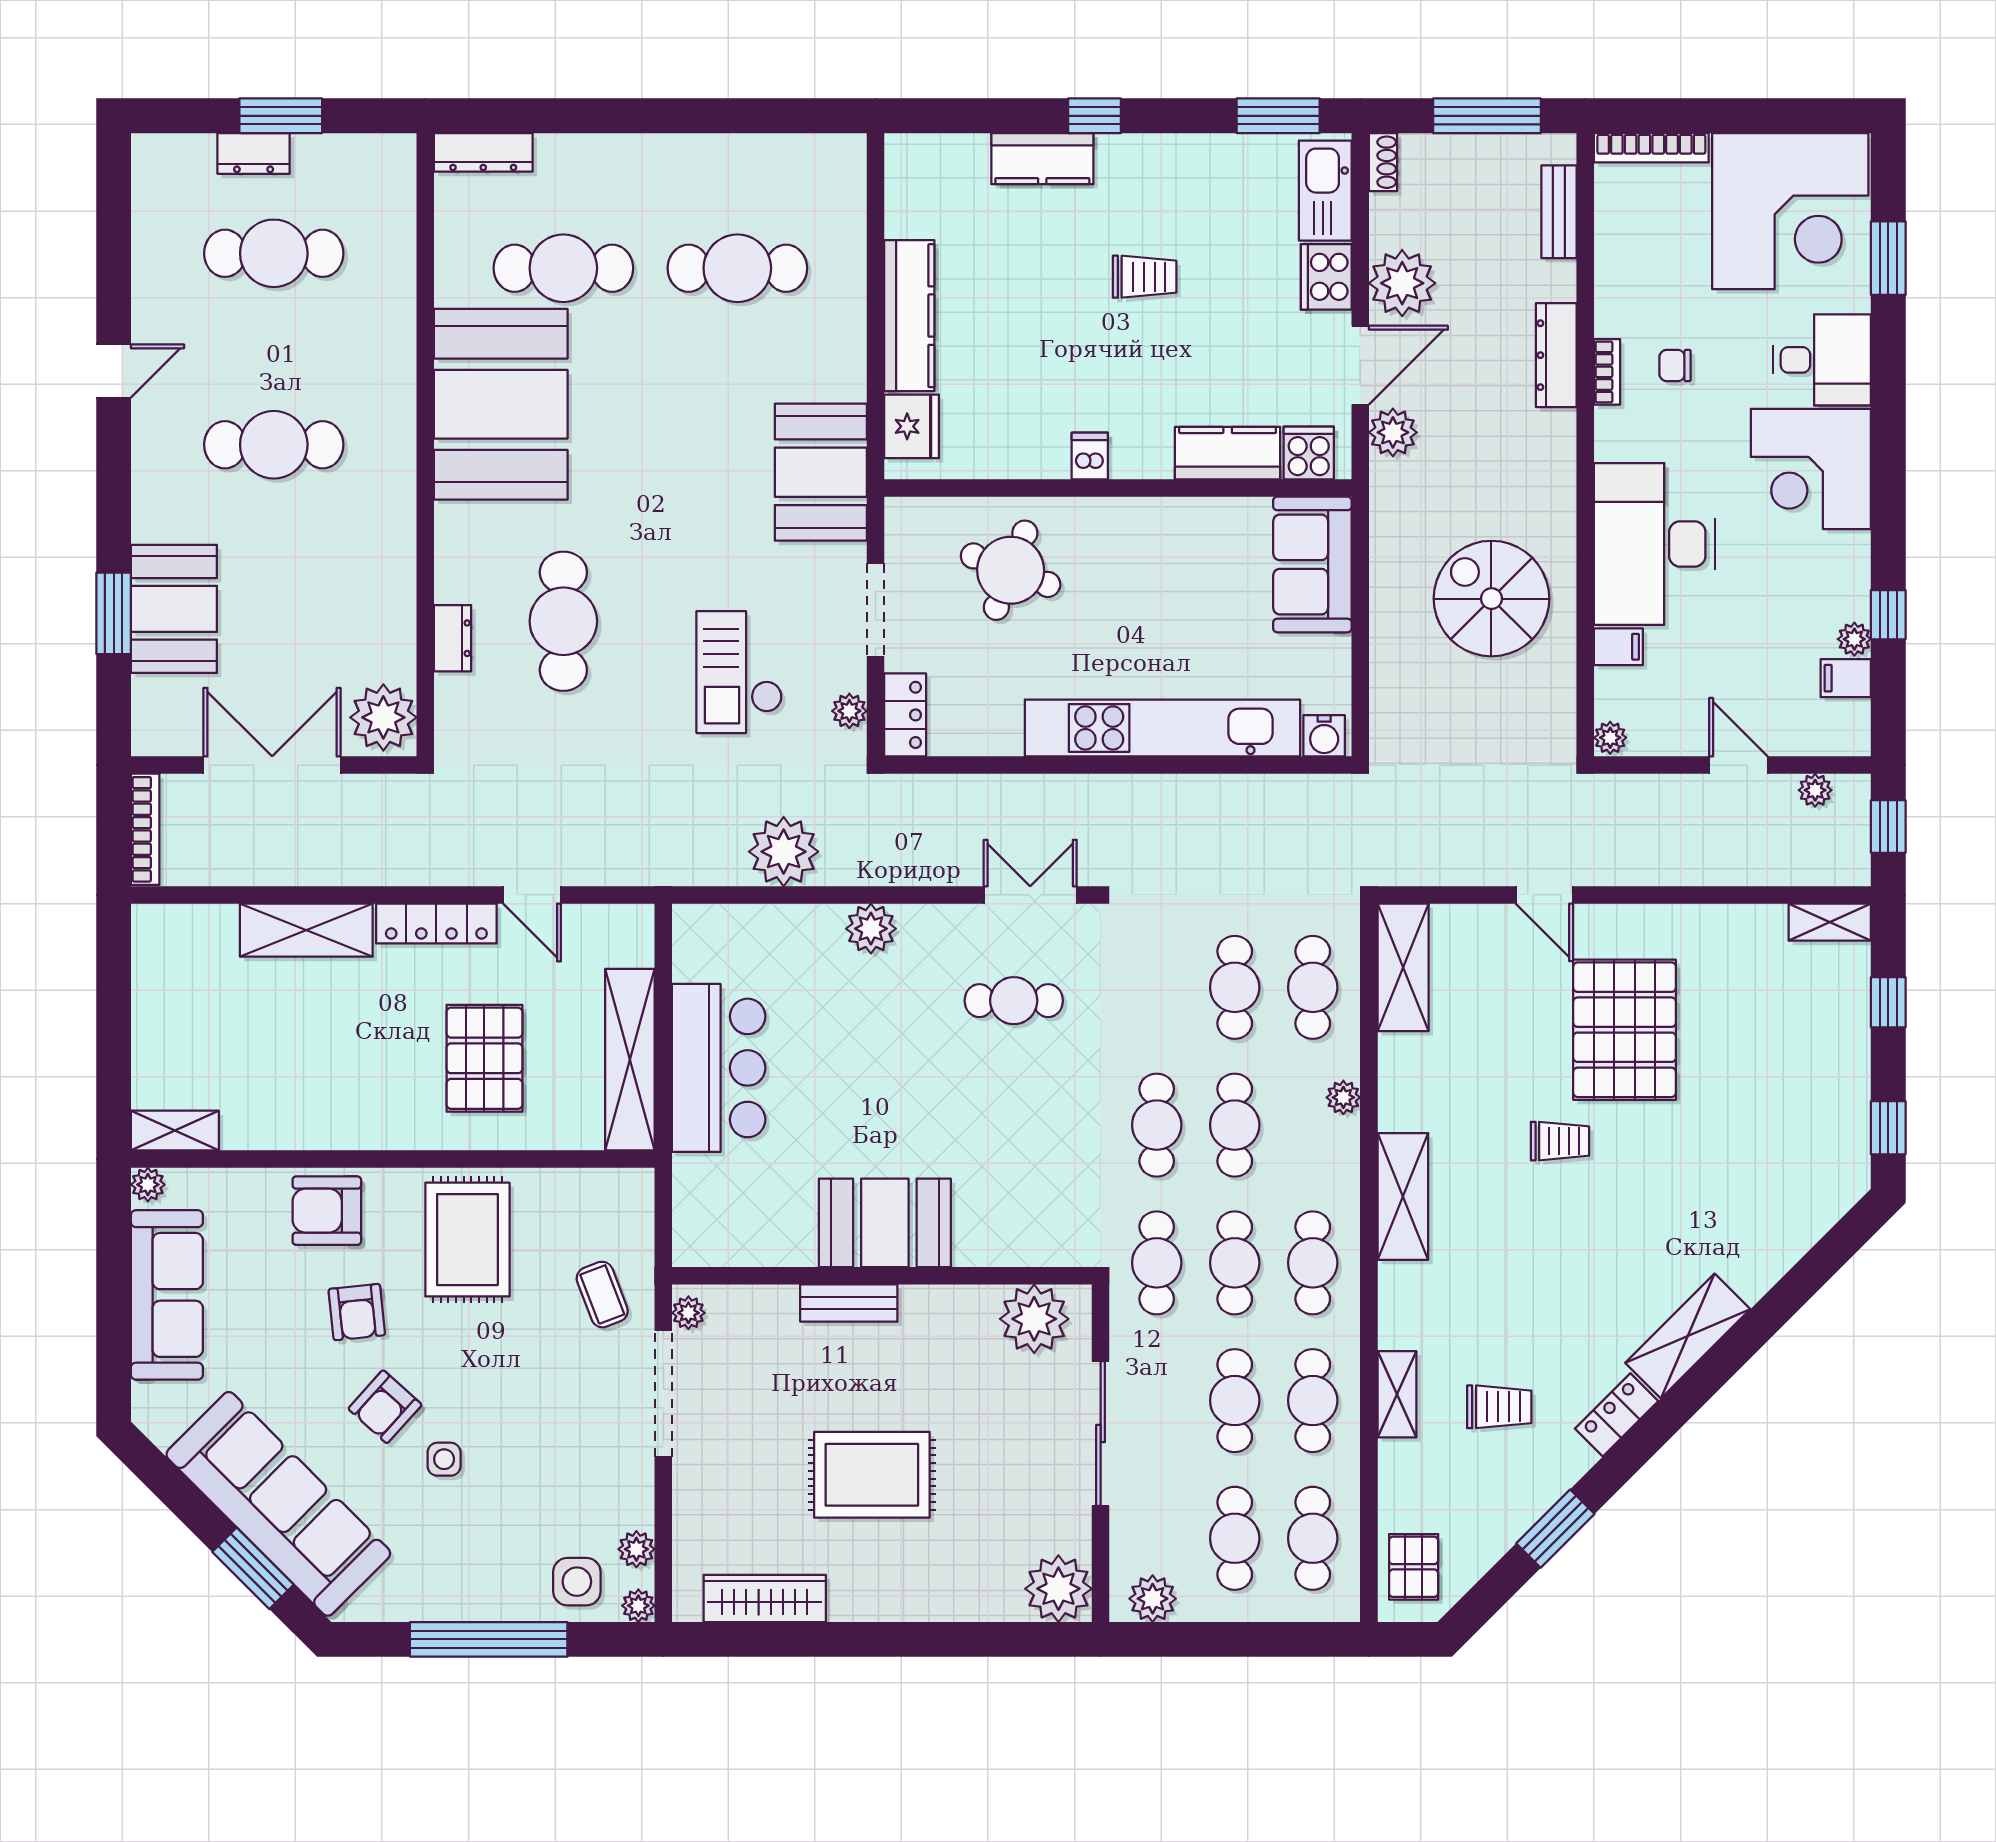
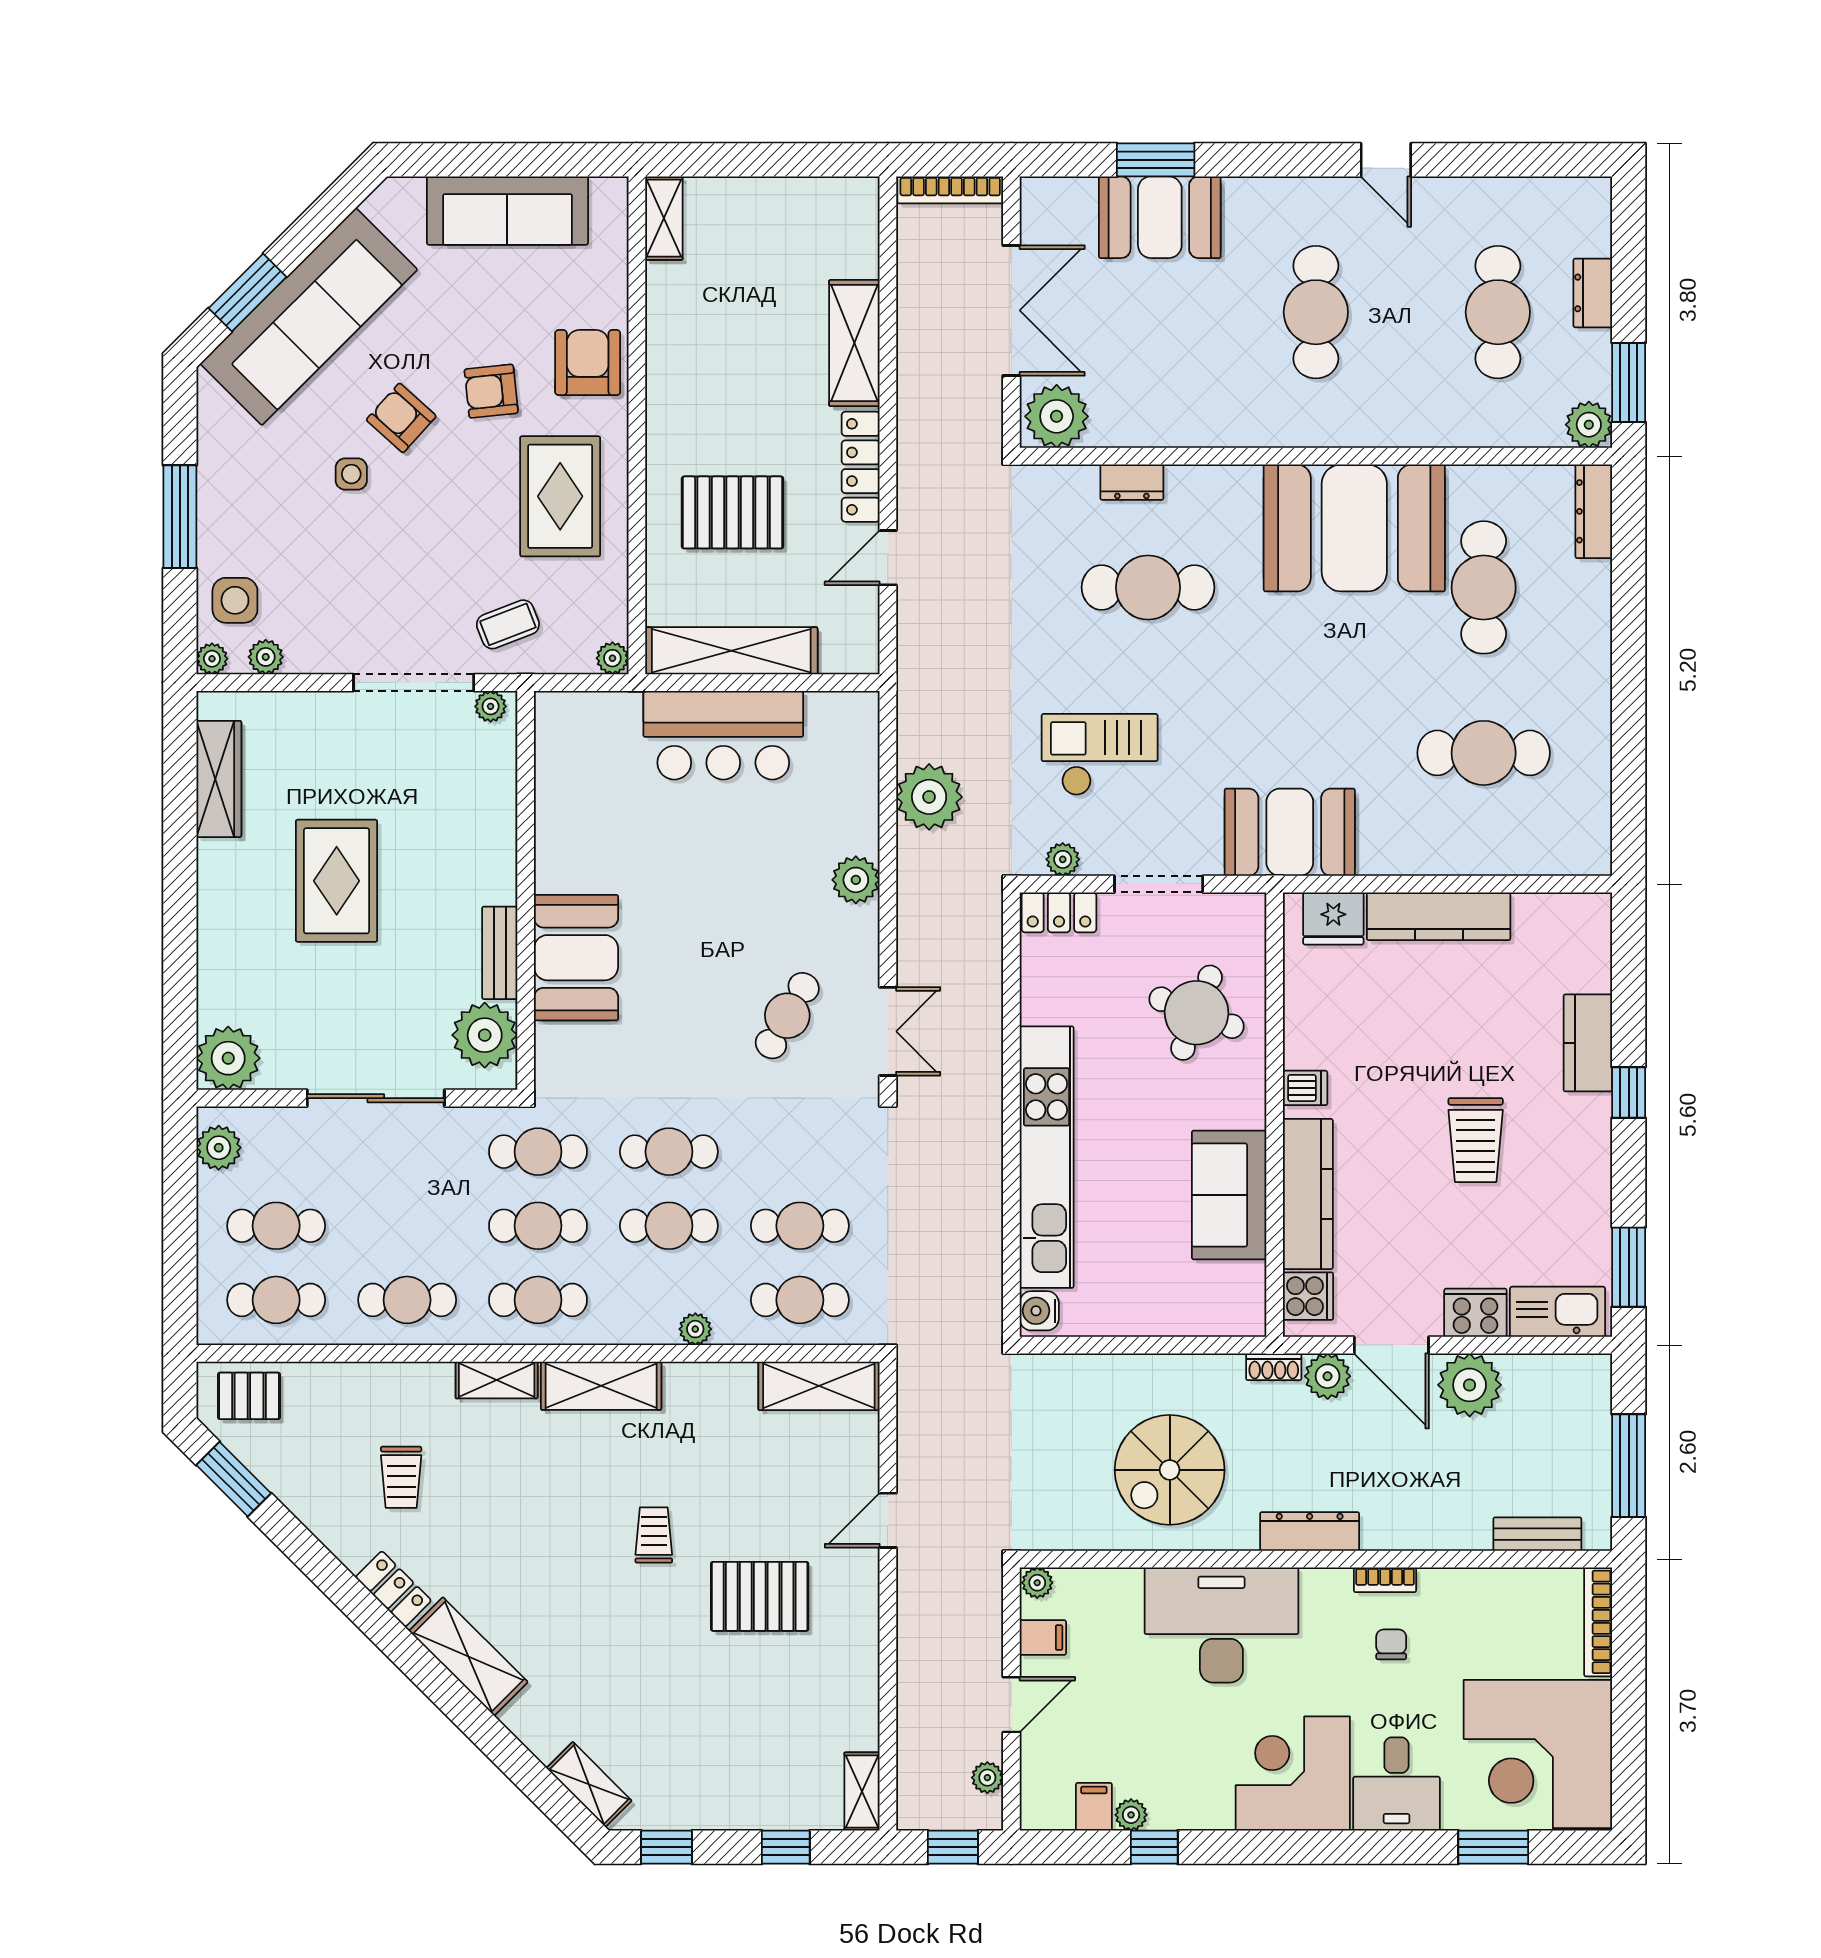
window: (281, 116) -> (1629, 383), moved
plant: (392, 158) -> (1589, 425), added
shoe rack: (1383, 162) -> (1274, 1367), moved
cafe table: (737, 268) -> (1484, 753), turned 90
trolley: (1145, 277) -> (1476, 1140), width x1.36, depth x1.39
dresser: (1556, 355) -> (1310, 1532), moved
kitchen counter: (1228, 453) -> (1308, 1194), width x1.50
sofa: (1312, 564) -> (1229, 1195), moved, turned -90
spiral stairs: (1491, 599) -> (1170, 1470), turned 180
filing cabinet: (1618, 647) -> (1043, 1638), moved, turned -90
cafe table: (1014, 1001) -> (787, 1016), turned 30
pallet: (1625, 1030) -> (760, 1596), width x0.73, depth x0.71
trolley: (1560, 1141) -> (654, 1535), turned 180
plant: (148, 1185) -> (612, 658), moved
shelving: (1822, 1209) -> (589, 1784), added
booth: (885, 1223) -> (576, 958), moved
rug: (467, 1240) -> (560, 496), turned 90
bench: (849, 1303) -> (500, 953), moved
shelving: (1397, 1394) -> (497, 1380), moved
cafe table: (1235, 1401) -> (407, 1226), removed
window: (1555, 1529) -> (234, 1479), moved
window: (489, 1639) -> (180, 517), width x0.68

